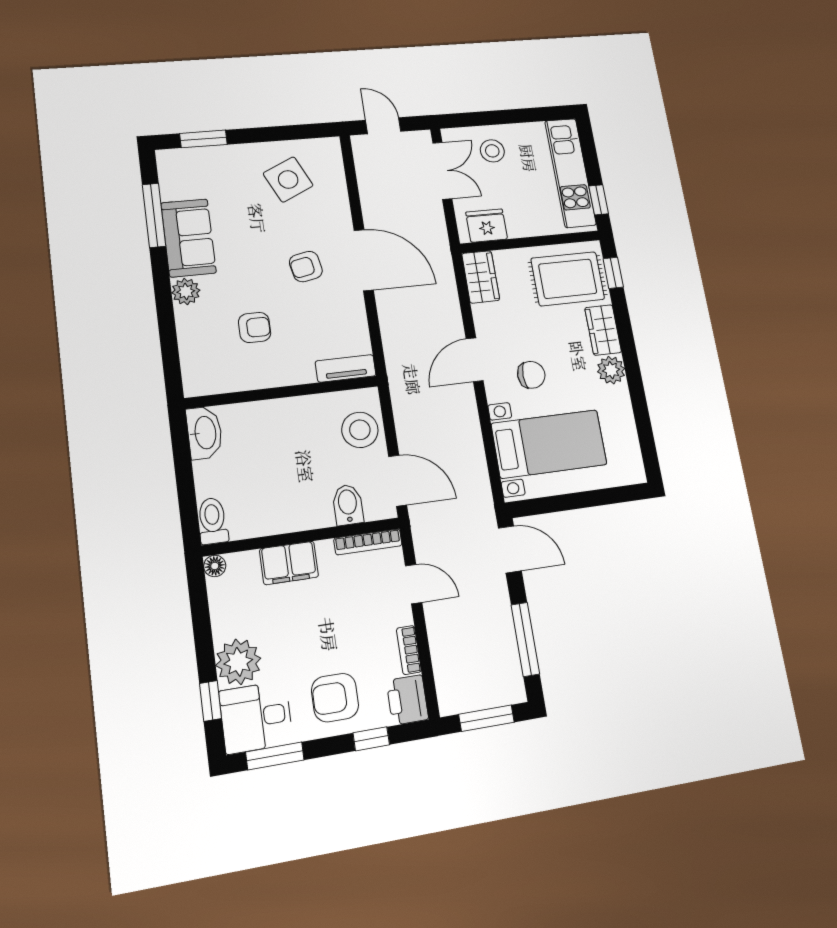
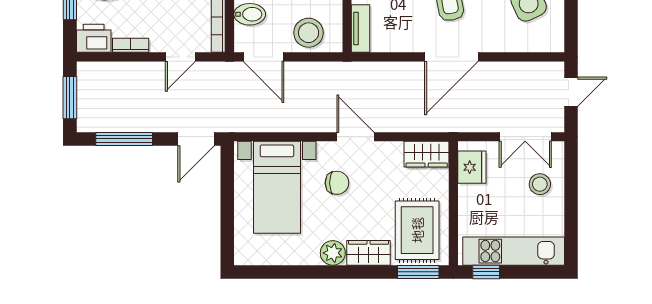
window: (613, 273) -> (418, 272), width x1.50
chair: (531, 375) -> (337, 183), turned -90
door: (398, 481) -> (263, 57), hinge flipped

